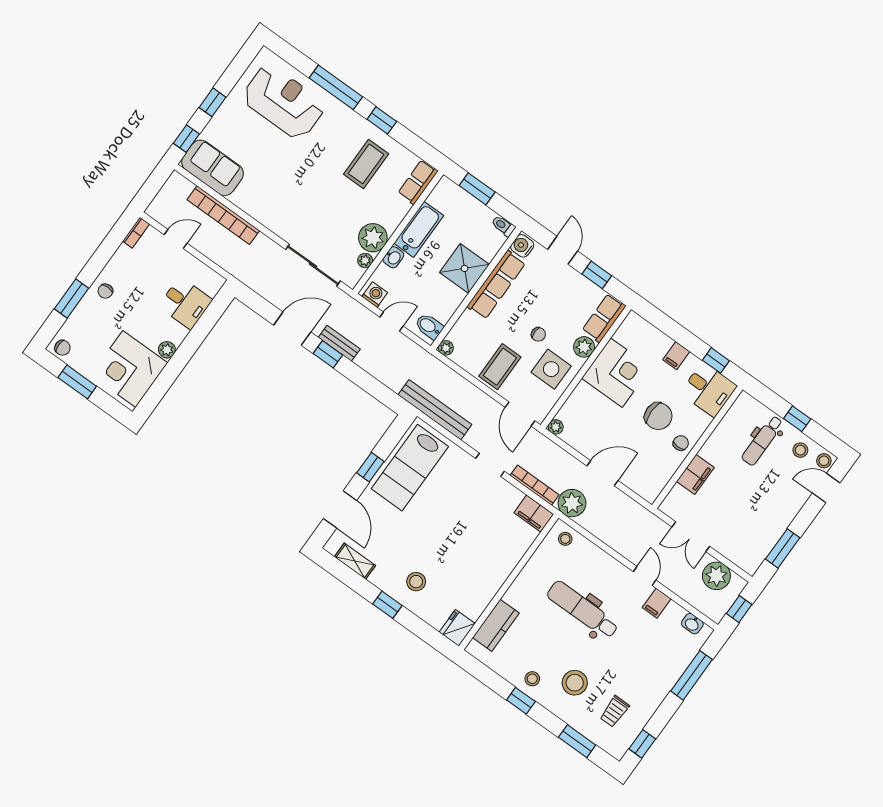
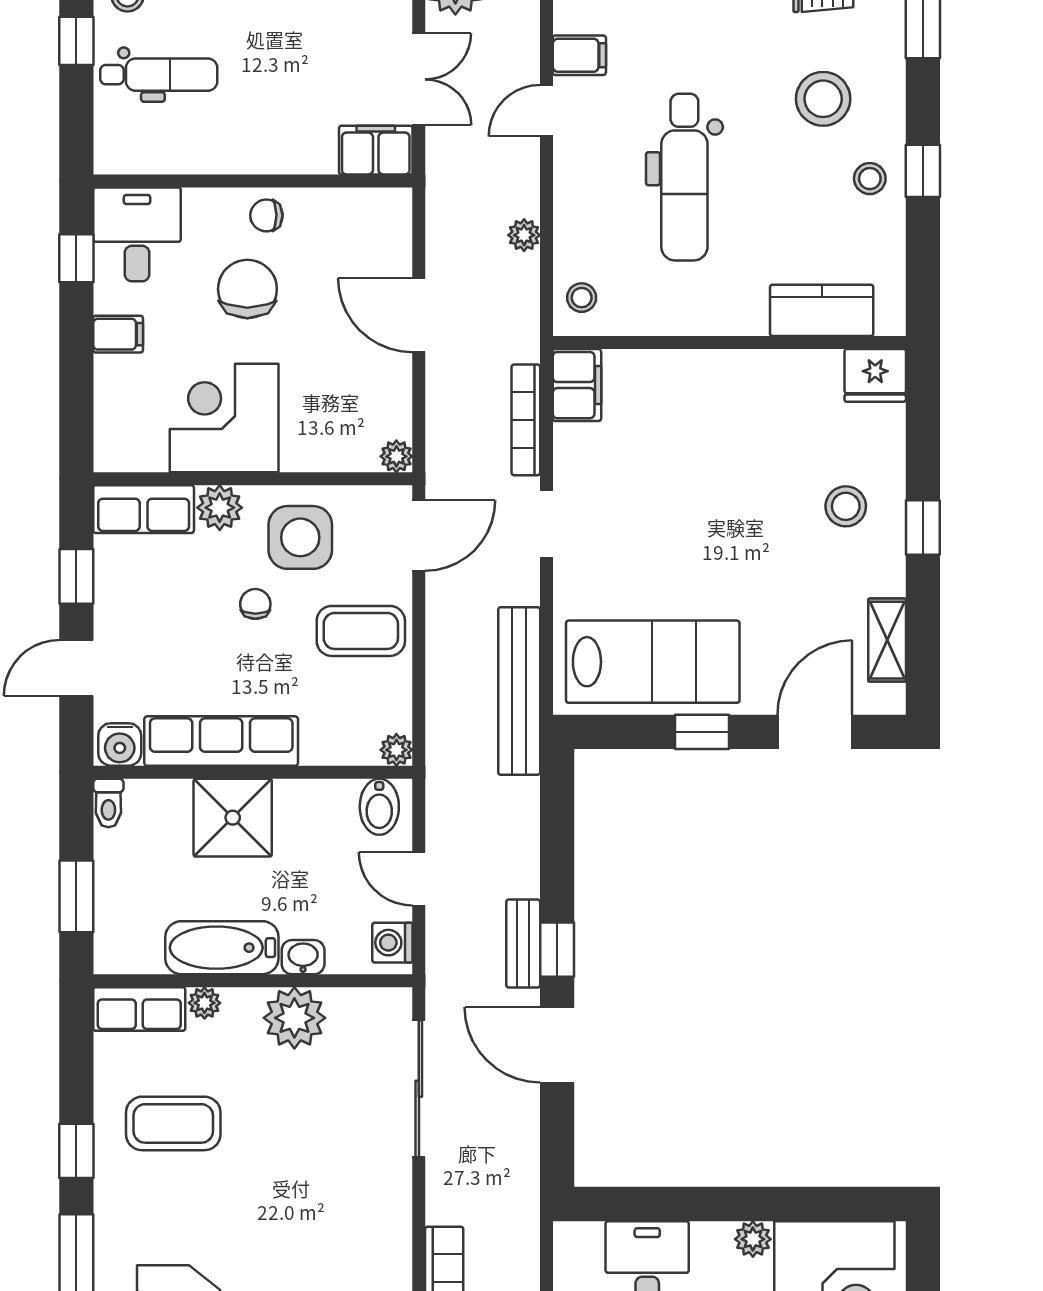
plant: (365, 260) -> (204, 1003), moved
filing cabinet: (695, 474) -> (376, 150), moved
plant: (572, 503) -> (524, 235), moved, width x0.53, depth x0.53

